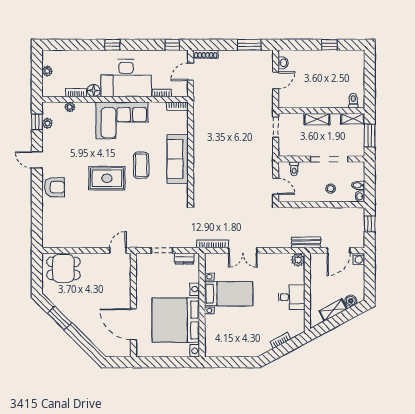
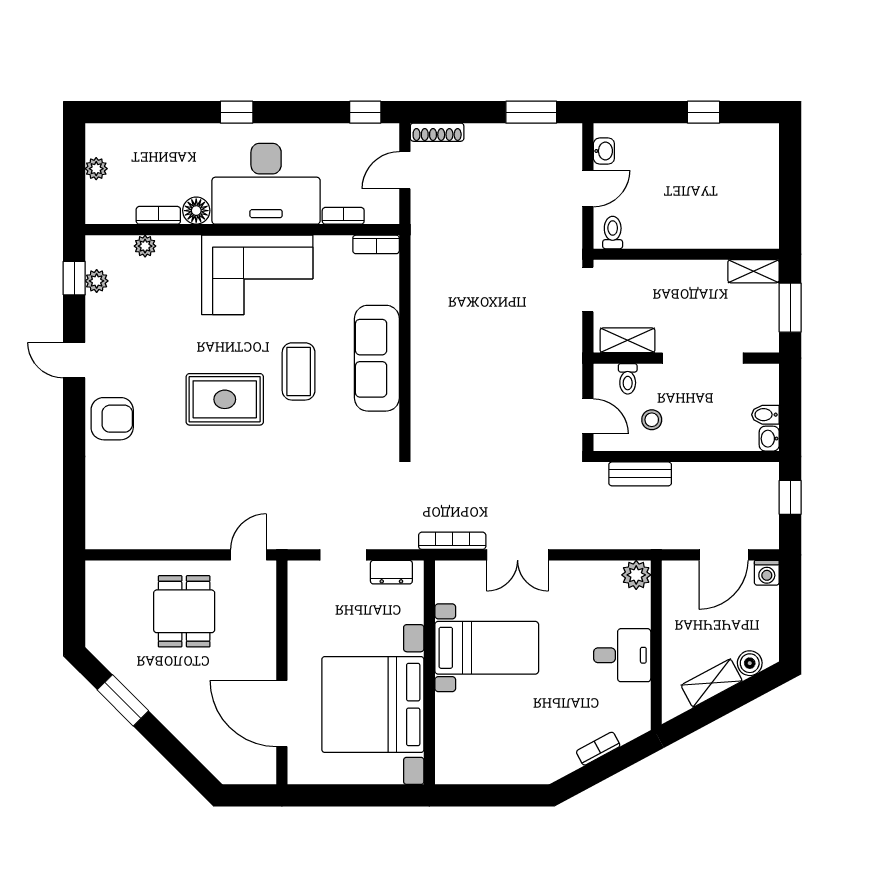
toilet: (353, 101) -> (613, 233), moved
shelving: (317, 119) -> (627, 340), moved
stool: (331, 189) -> (652, 420), moved
bench: (306, 242) -> (640, 474), moved
dining table: (63, 268) -> (184, 611), moved, turned 90

